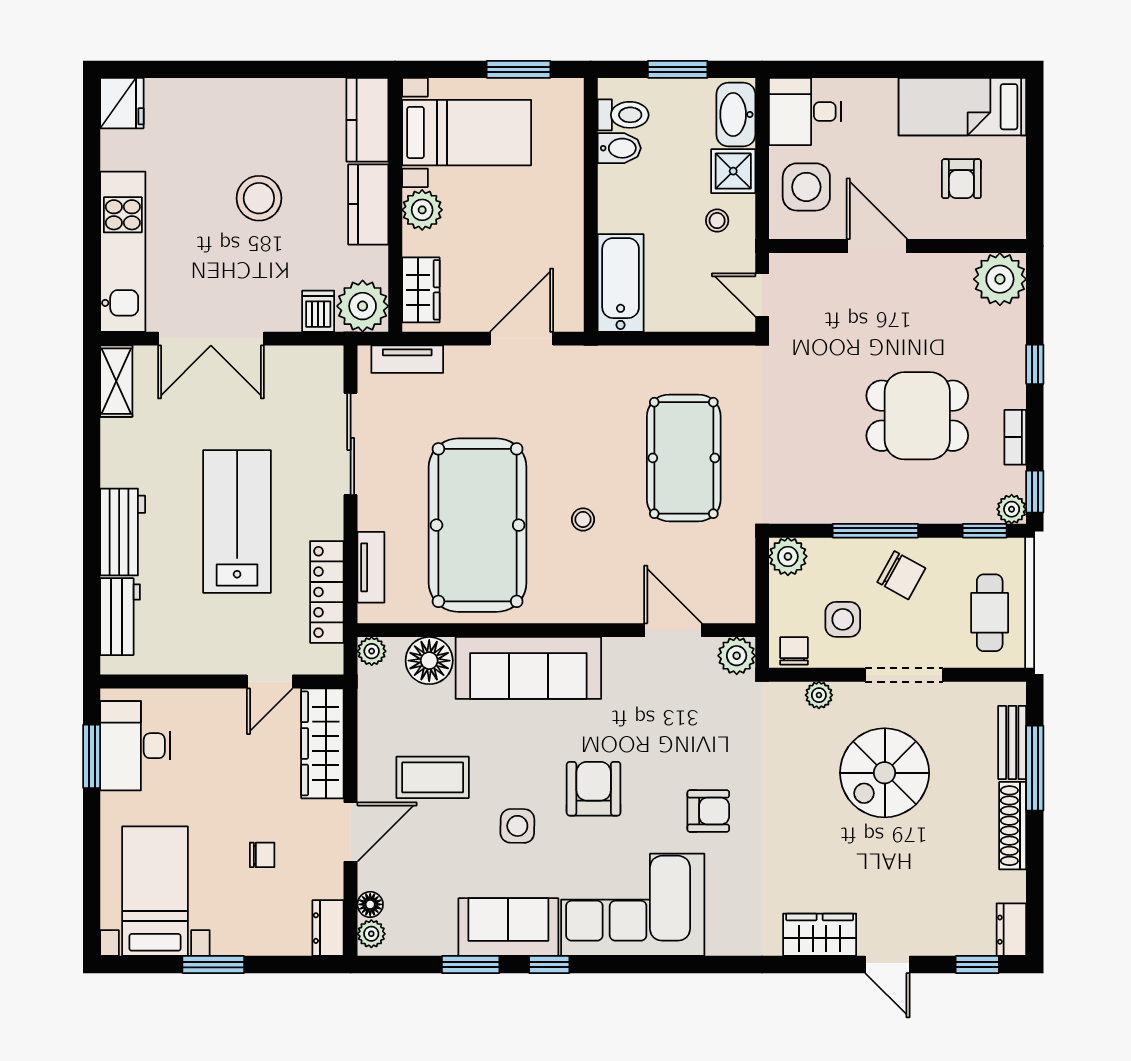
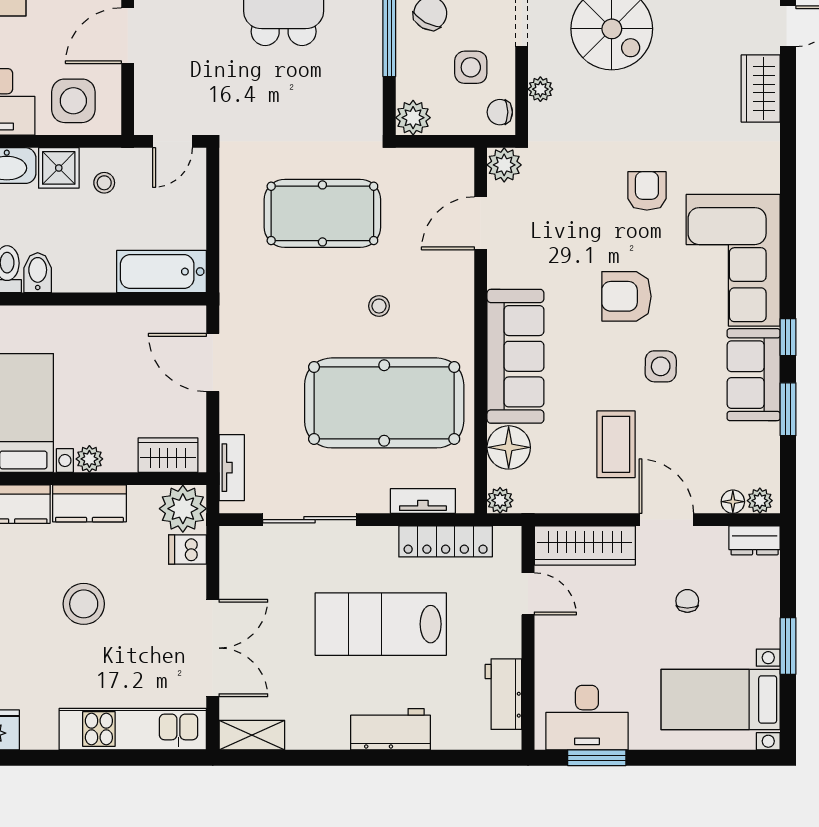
plant: (422, 210) -> (89, 459), width x0.73, depth x0.73
workbench: (120, 617) -> (503, 694), moved, turned -90

